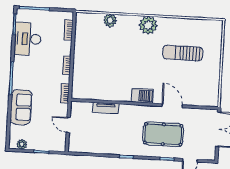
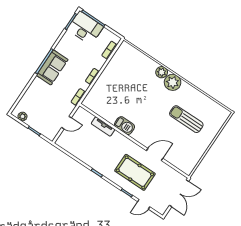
plant: (110, 20) -> (162, 72), moved
desk: (28, 39) -> (85, 28), moved, turned 90
barbecue: (142, 96) -> (125, 126), moved
door: (172, 106) -> (155, 154), hinge flipped
sofa: (21, 107) -> (52, 67), moved
door: (68, 125) -> (67, 123), swing flipped

